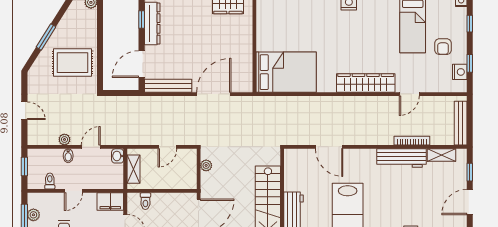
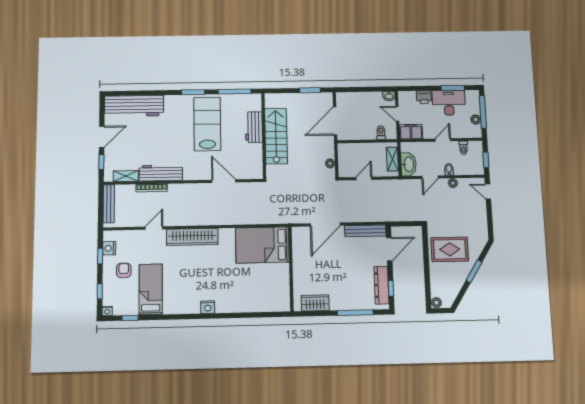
door: (24, 111) -> (488, 192), moved
washbasin: (118, 156) -> (408, 164), width x1.91, depth x1.45

